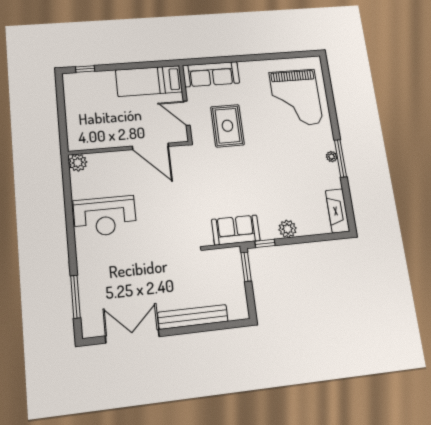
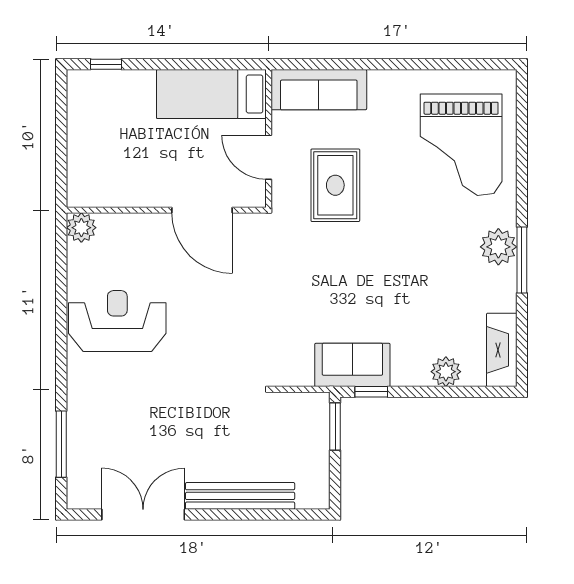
plant: (332, 157) -> (498, 247), width x1.88, depth x1.88
reception desk: (105, 216) -> (117, 321), turned 180
plant: (288, 229) -> (446, 372), moved
sofa: (236, 230) -> (352, 365), moved

